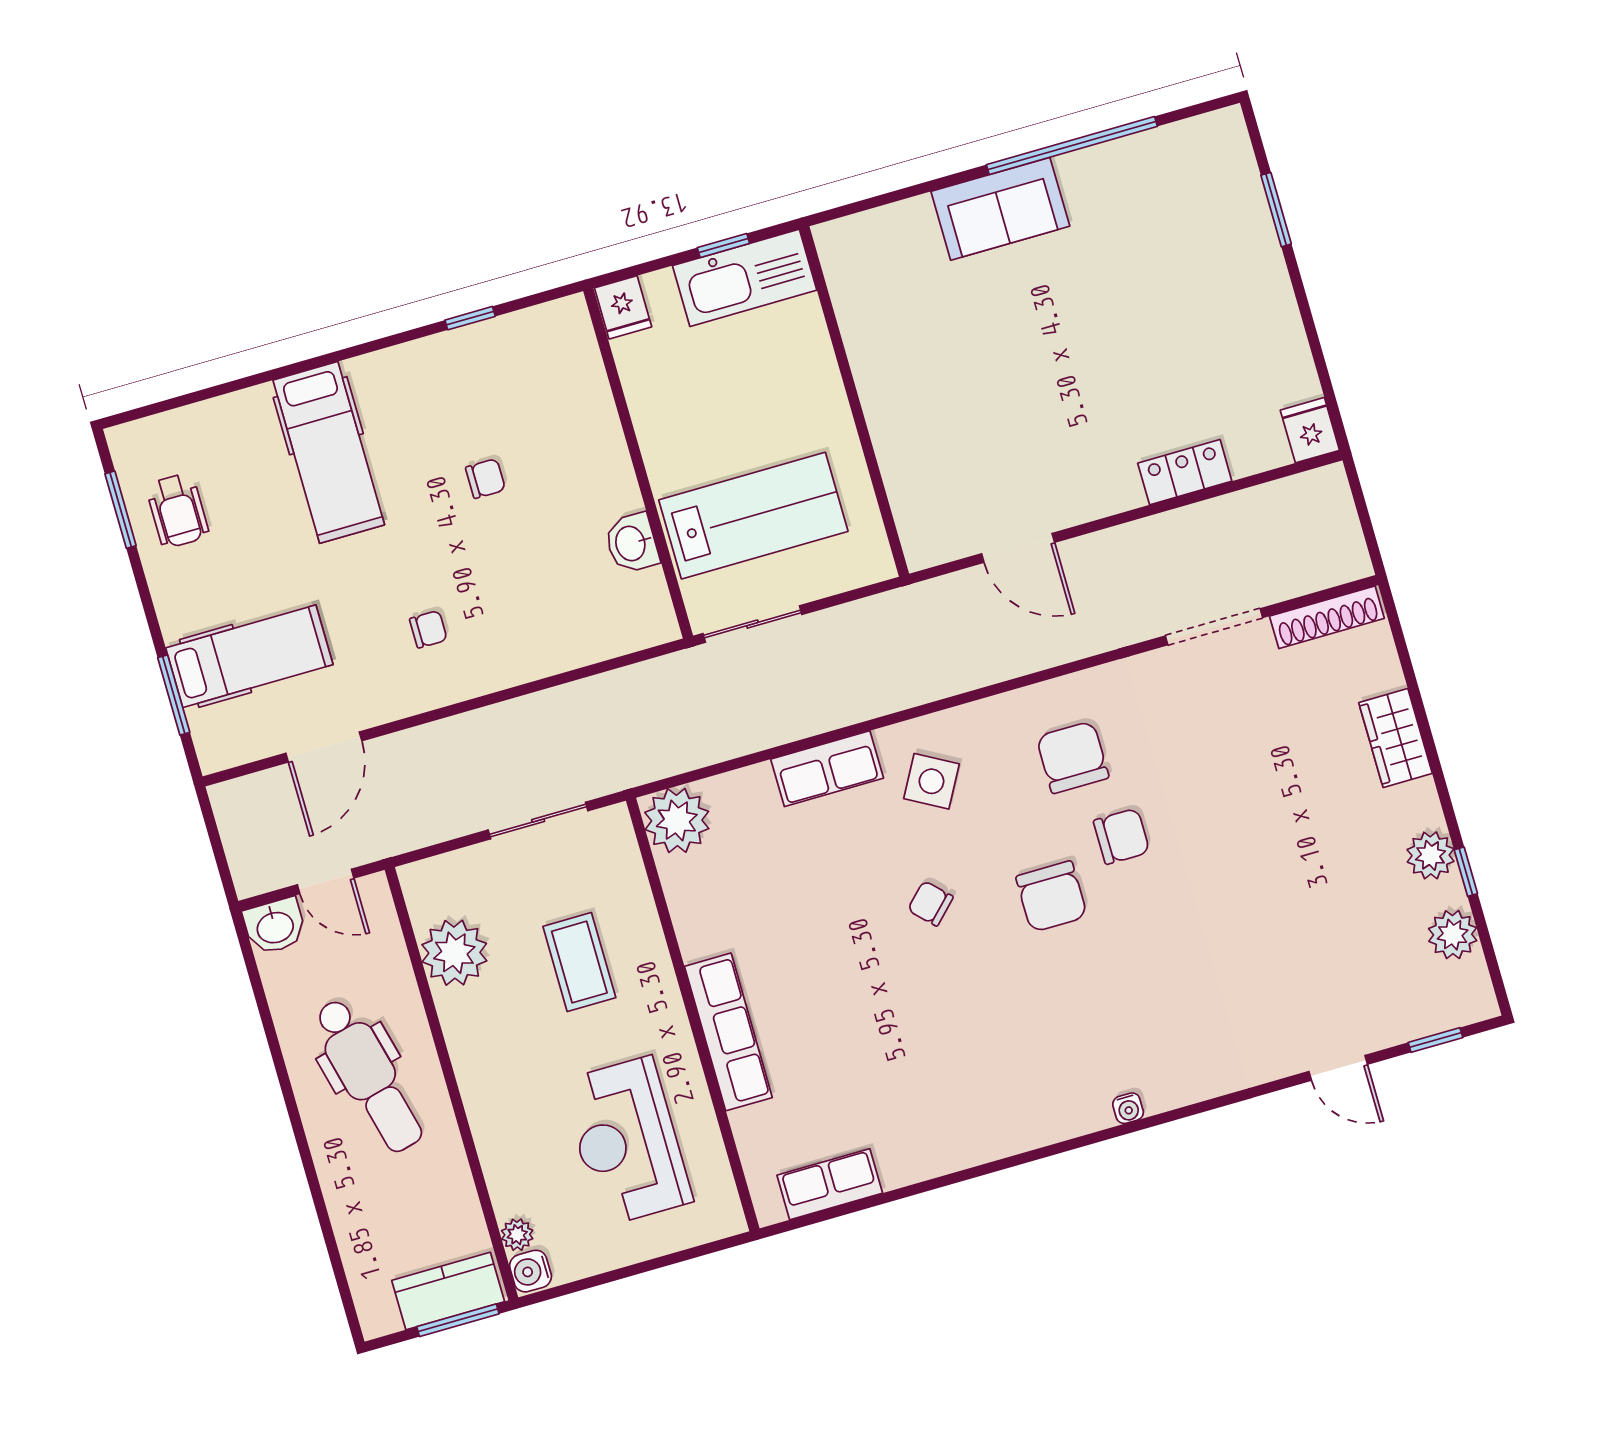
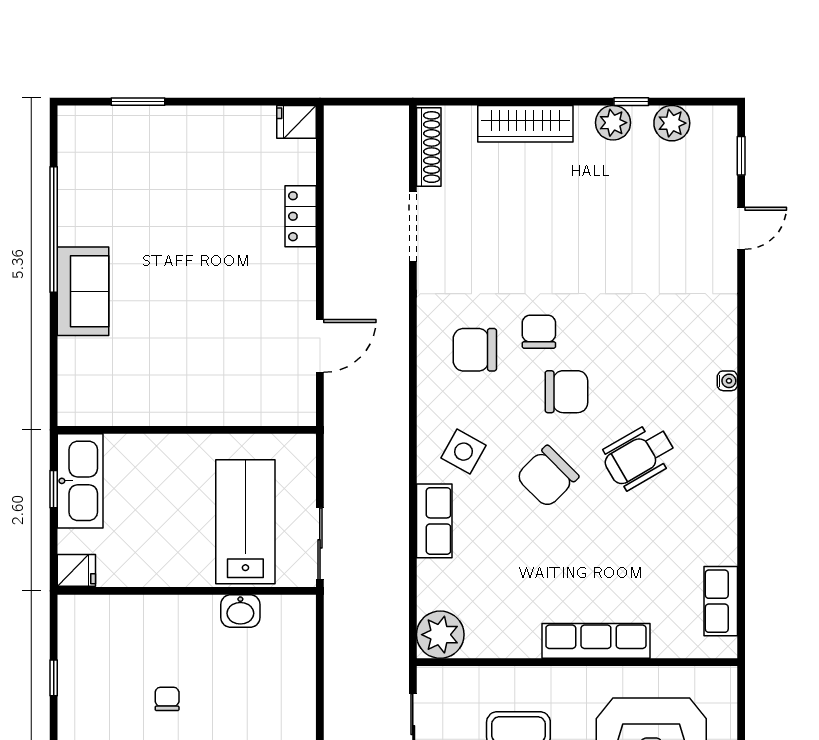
wardrobe: (1395, 738) -> (525, 124), width x1.50
chair: (930, 903) -> (547, 476), width x1.87, depth x1.87
wheelchair: (993, 1019) -> (639, 456), added

